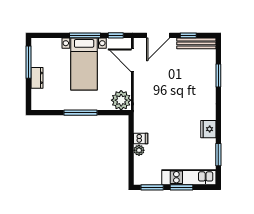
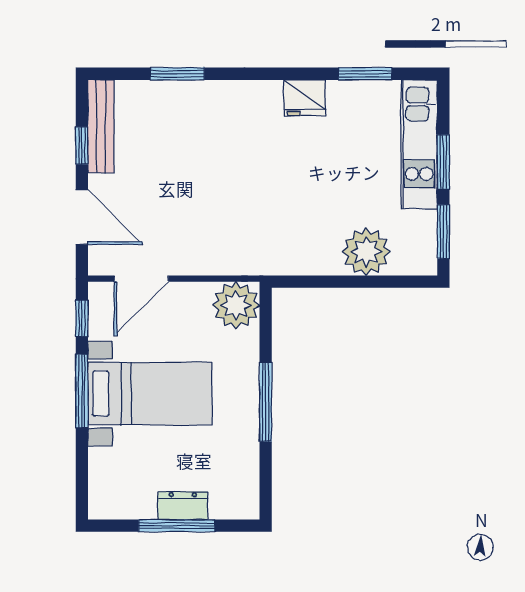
window: (28, 62) -> (177, 526), moved
dishwasher: (141, 138) -> (327, 259), removed
plant: (139, 150) -> (366, 252), width x1.88, depth x1.88

